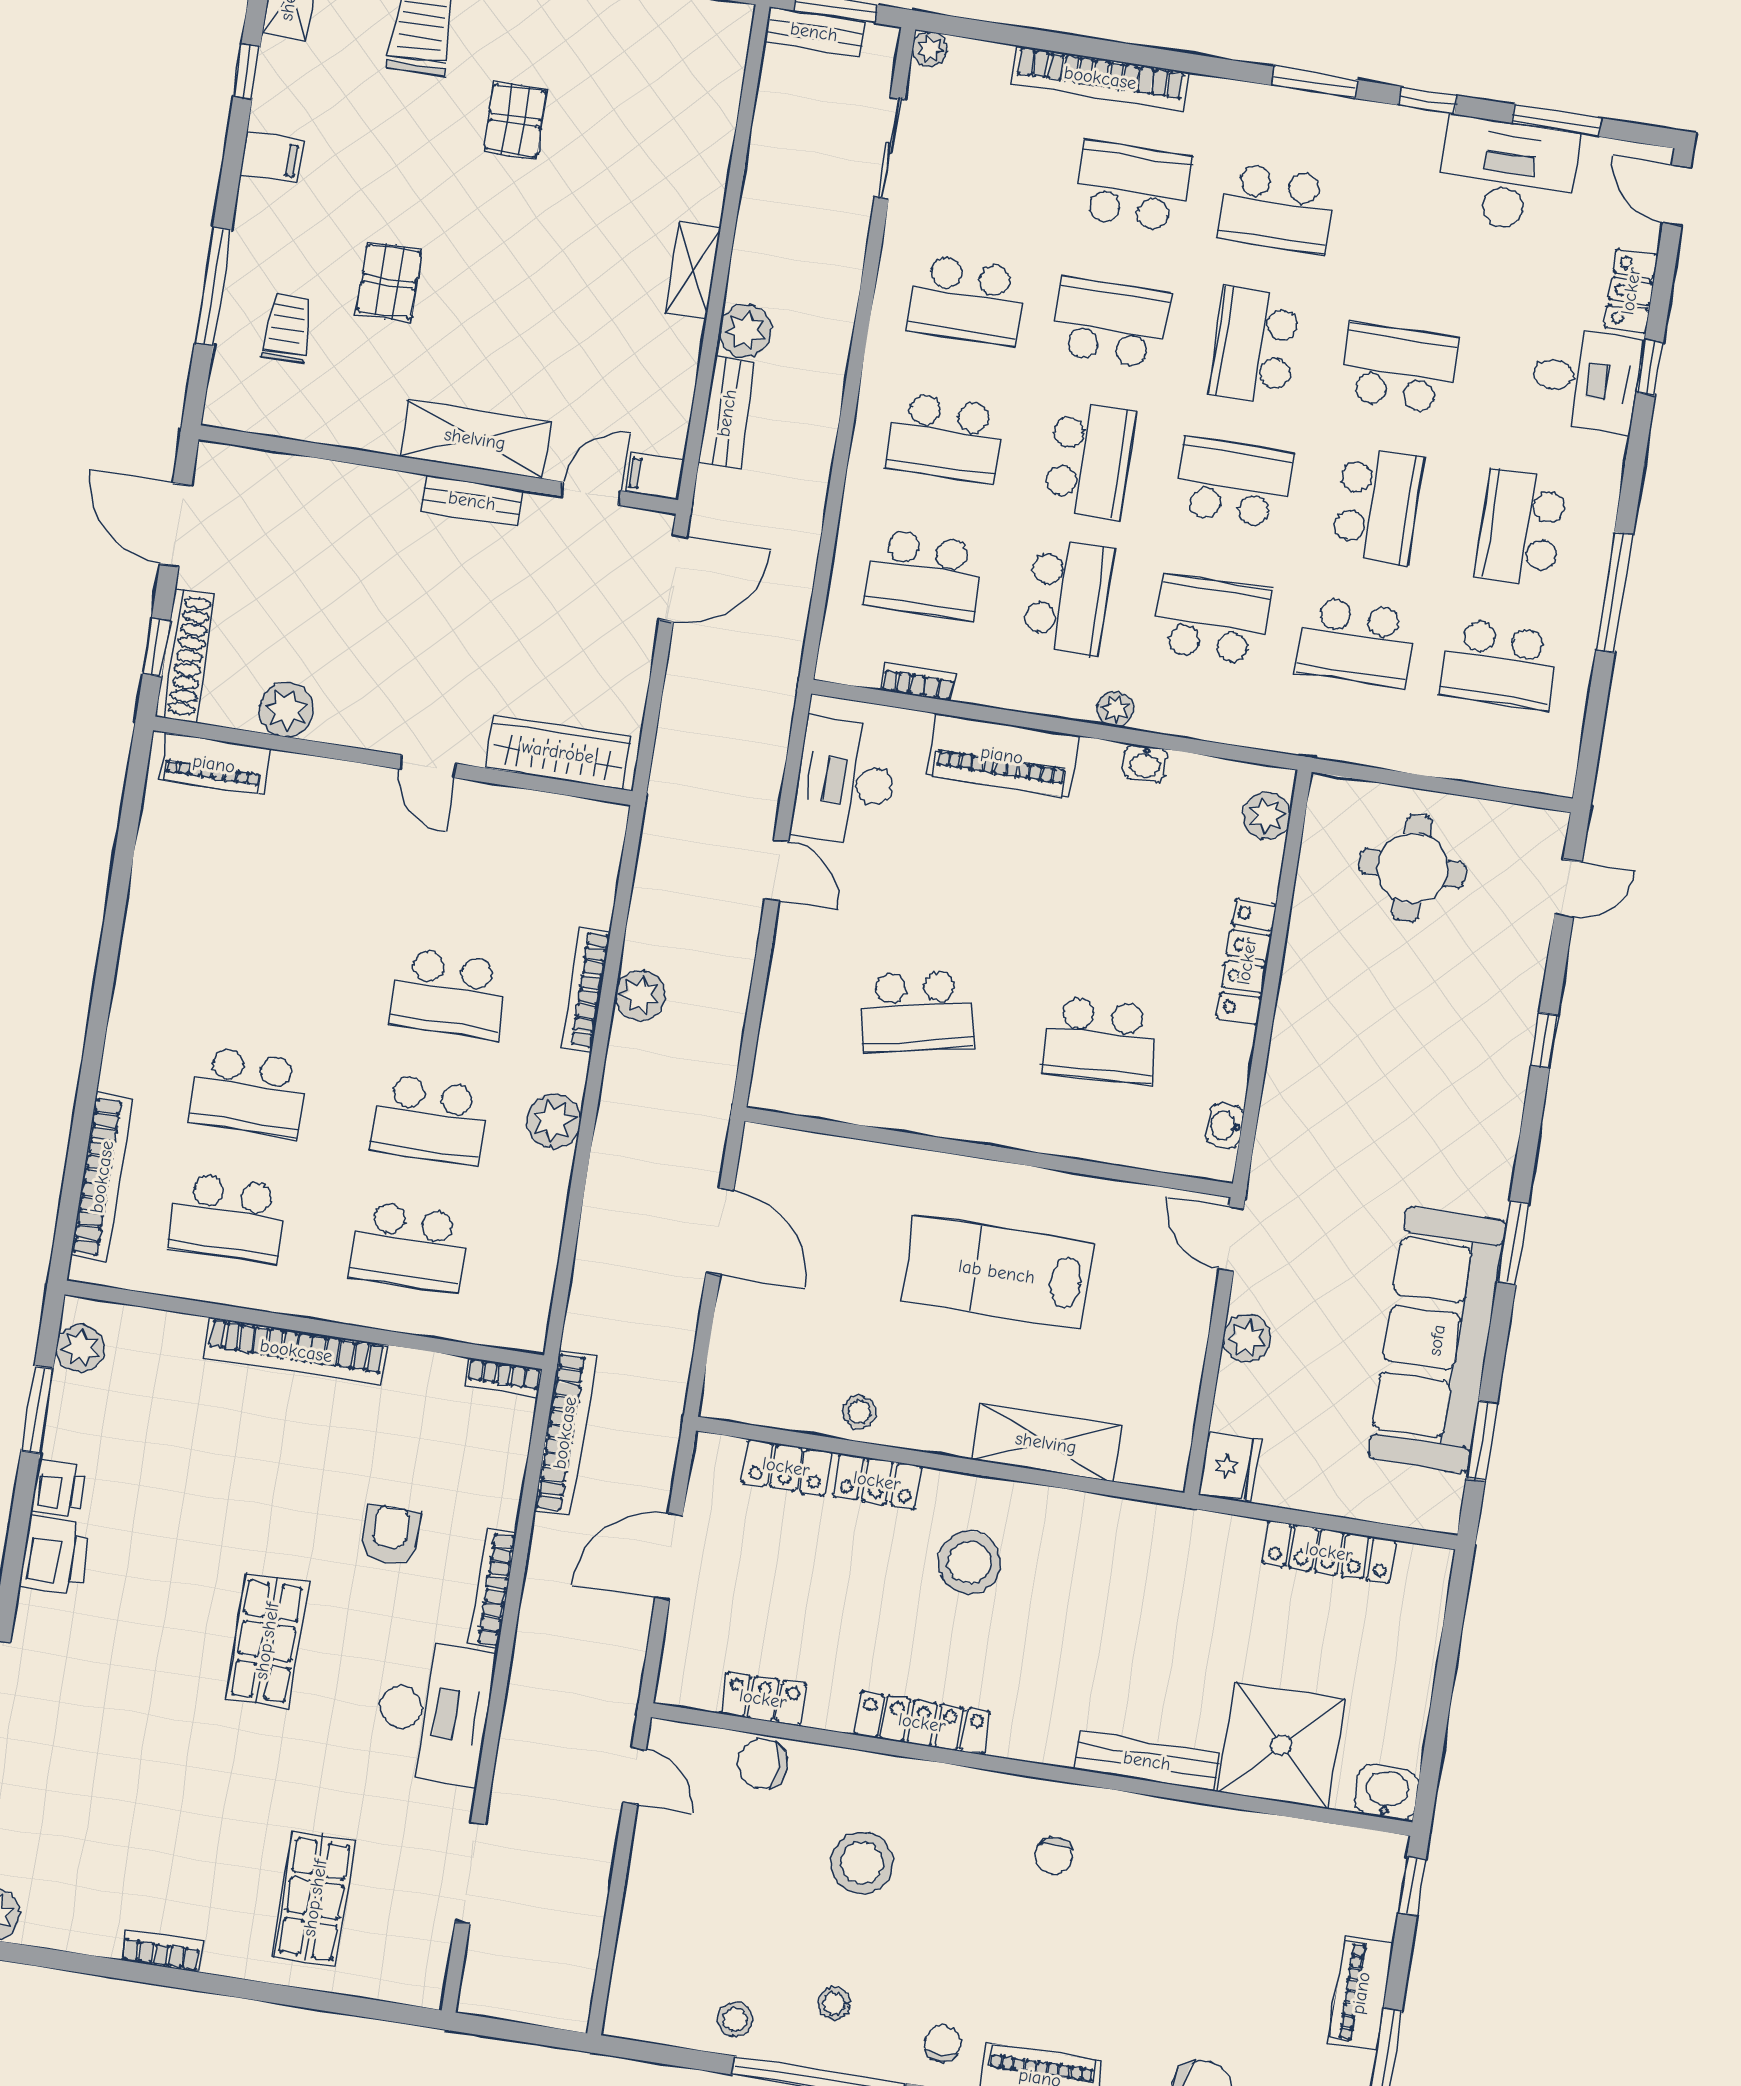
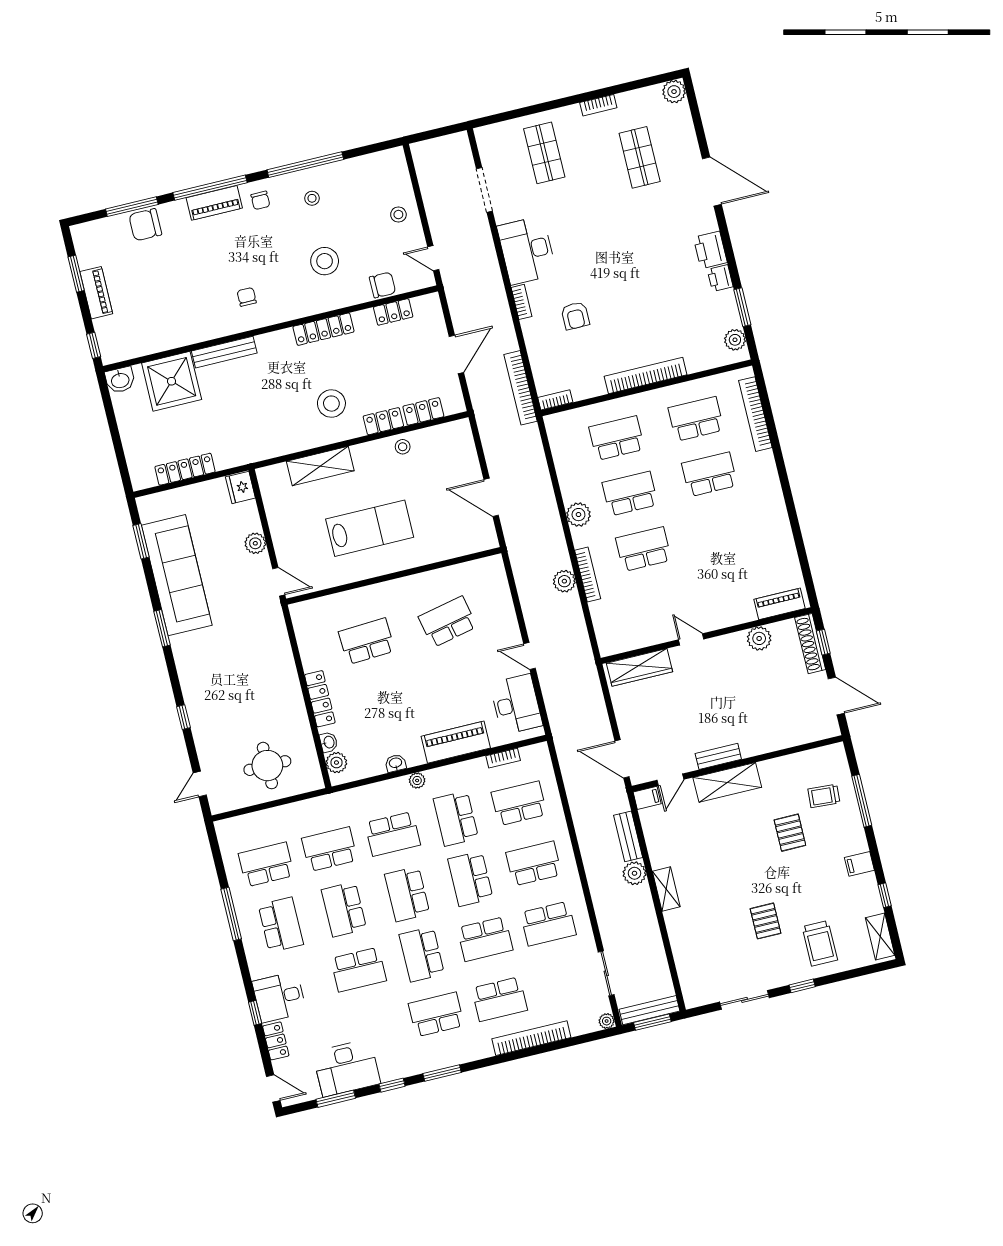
bench: (814, 32) -> (650, 1010), width x1.36
school desk: (967, 300) -> (548, 924), turned 180
trolley: (287, 329) -> (824, 796), turned 94
school desk: (1255, 346) -> (422, 954), turned 180
school desk: (1233, 483) -> (407, 894), turned 90
door: (673, 578) -> (622, 759), hinge flipped
washbasin: (1225, 1126) -> (329, 742), moved
bookcase: (493, 1589) -> (521, 302), width x0.64
shop shelf: (267, 1641) -> (640, 157), moved
stool: (735, 2020) -> (398, 215), moved

